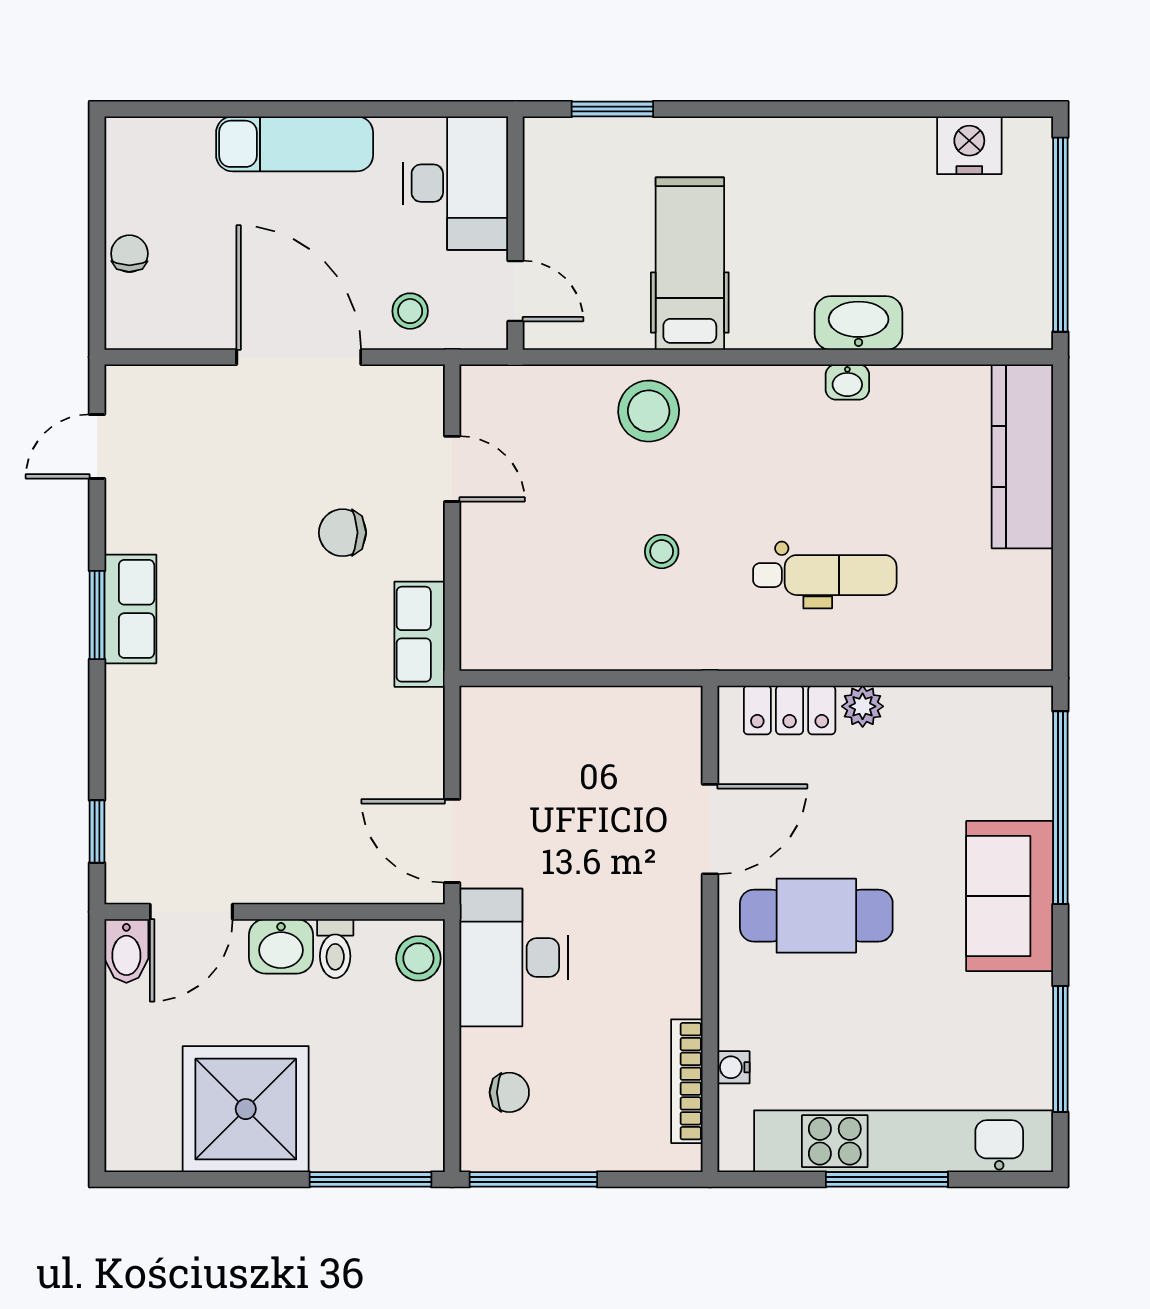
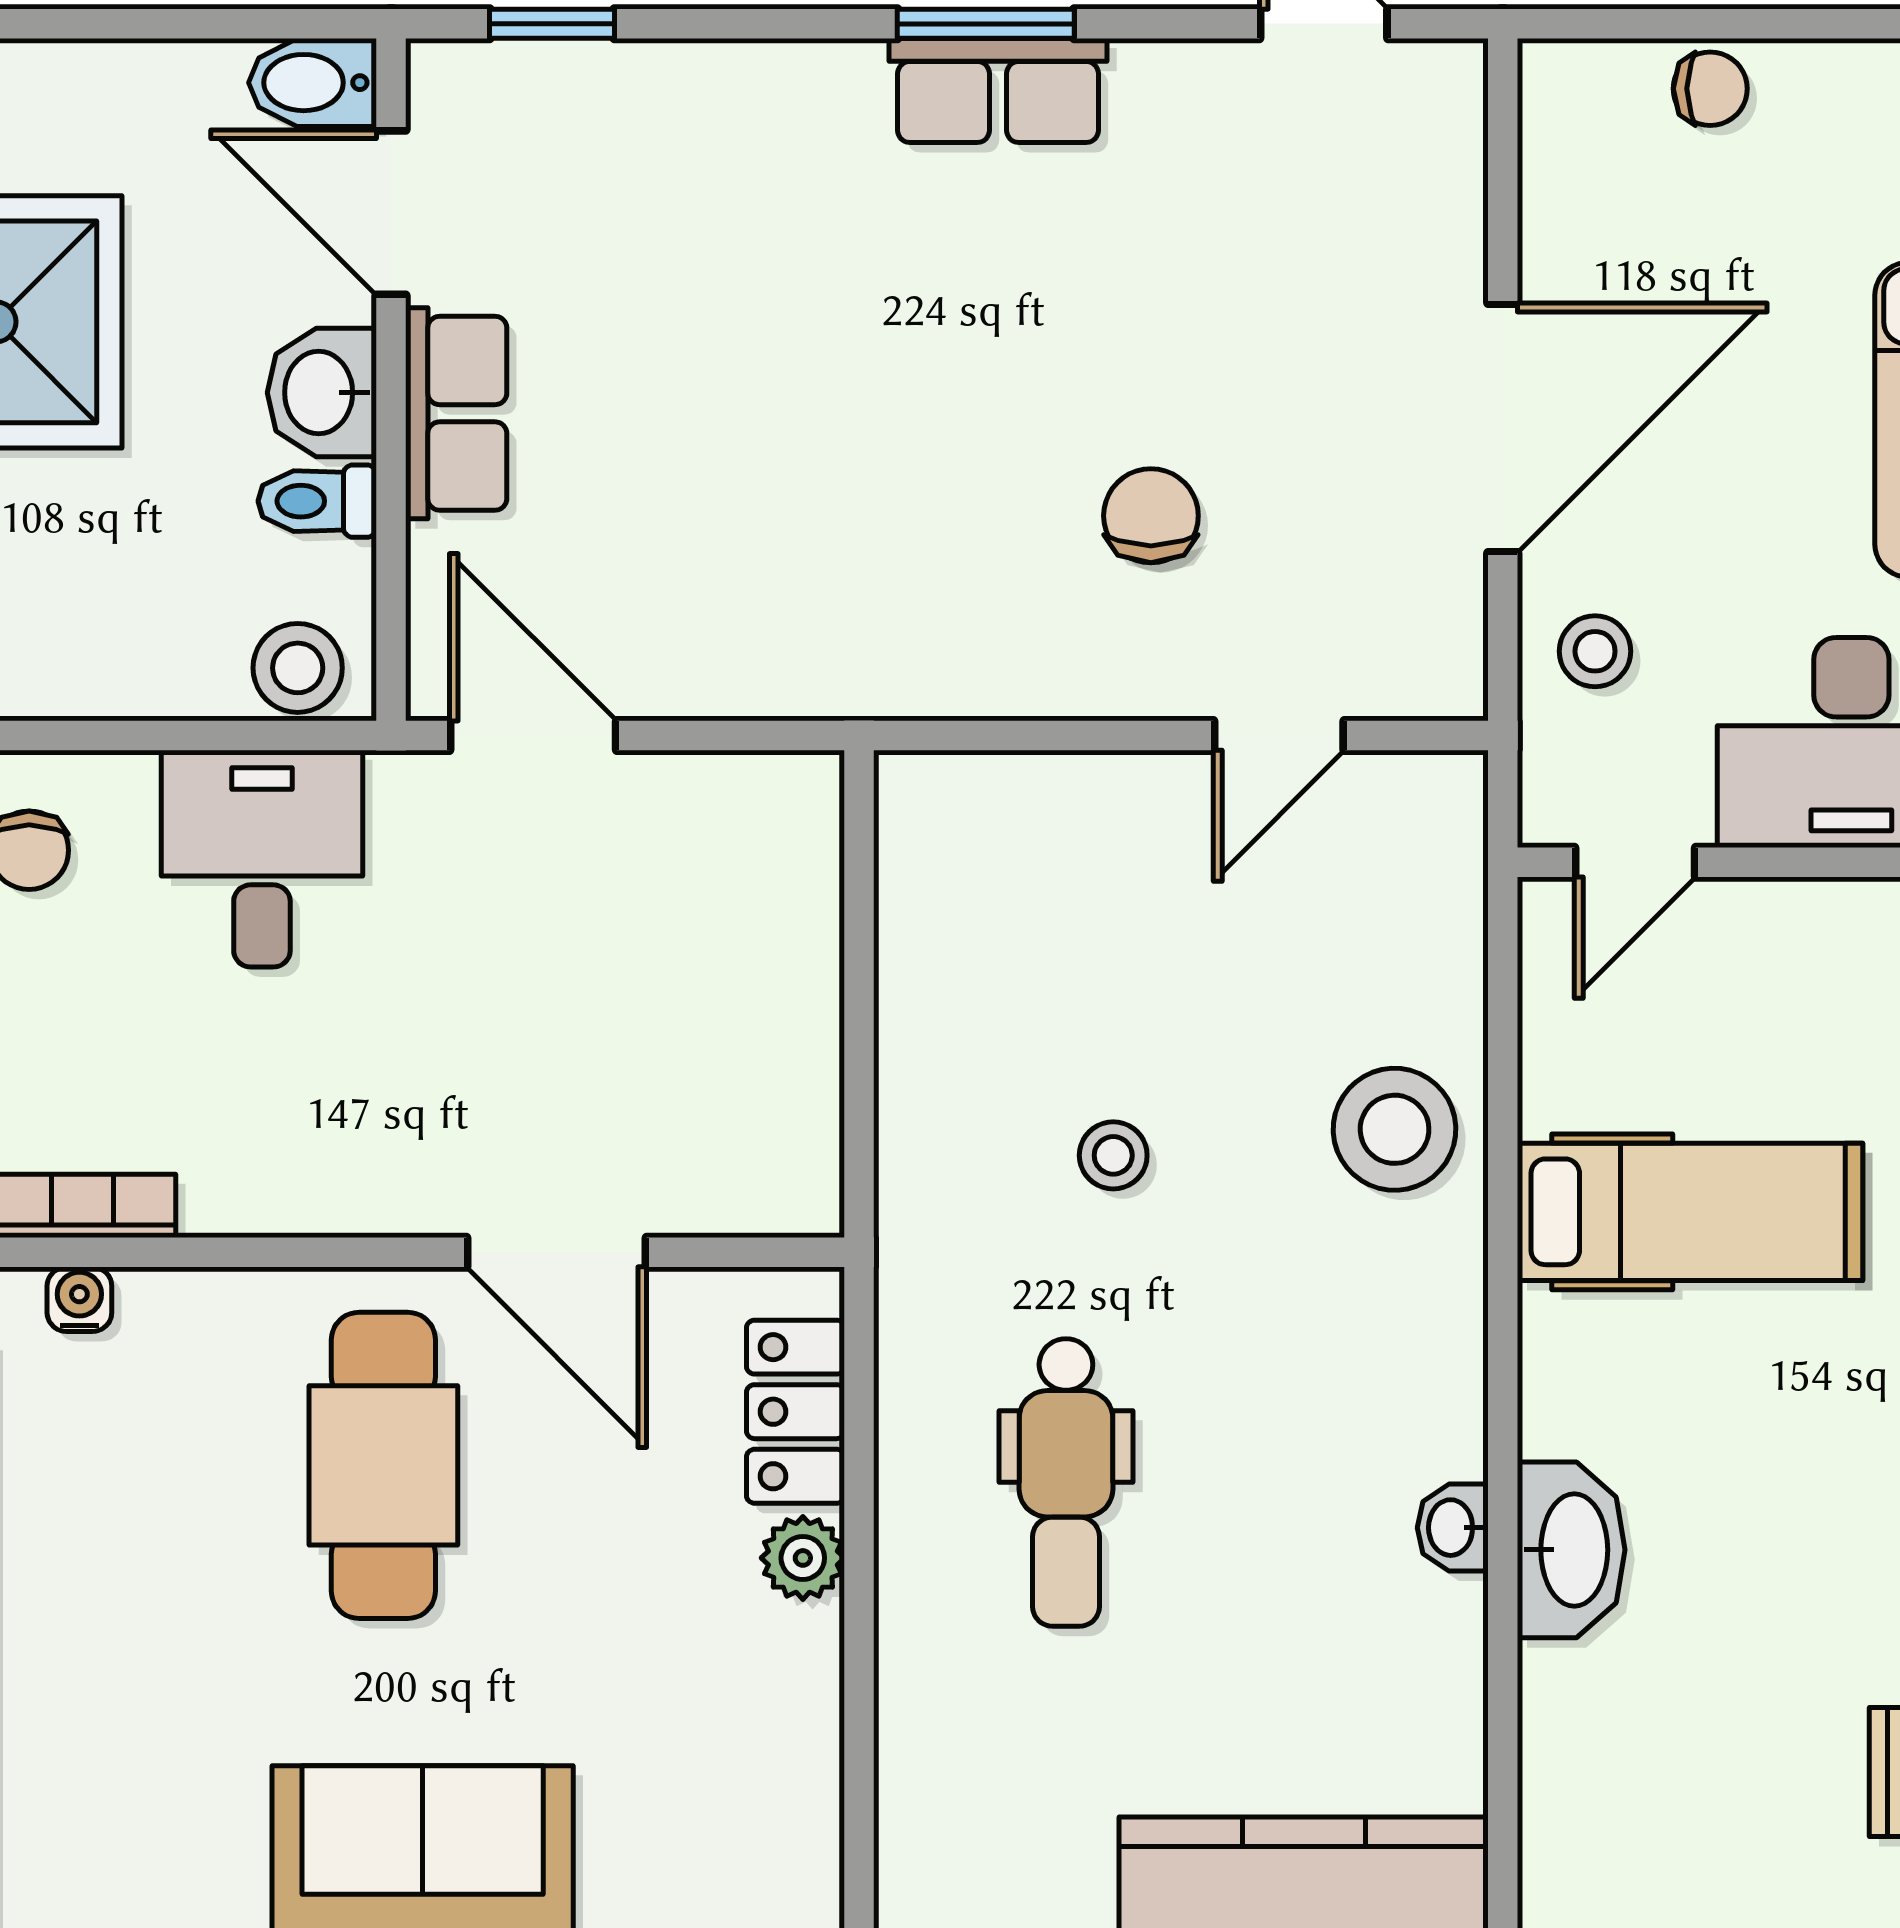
row of seats: (420, 634) -> (456, 413), moved, turned 90
door: (452, 841) -> (533, 736), hinge flipped
desk: (514, 957) -> (262, 859), width x0.73

